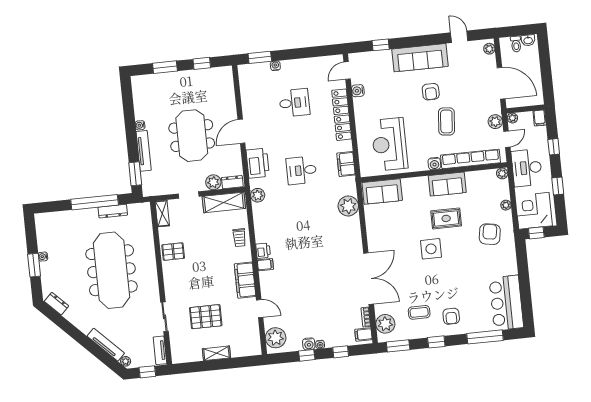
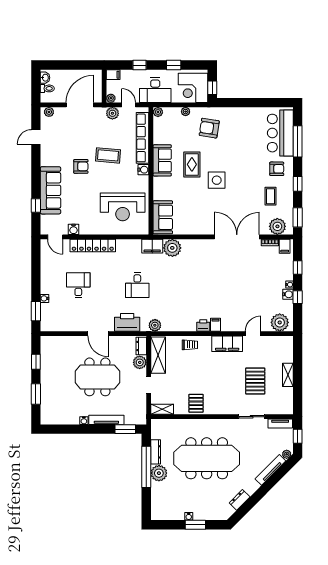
sofa: (420, 58) -> (51, 190), moved
filing cabinet: (346, 164) -> (152, 246), moved
plant: (89, 217) -> (159, 473), added
bar counter: (506, 303) -> (280, 133), moved, turned 90
dresser: (56, 304) -> (240, 500), moved

